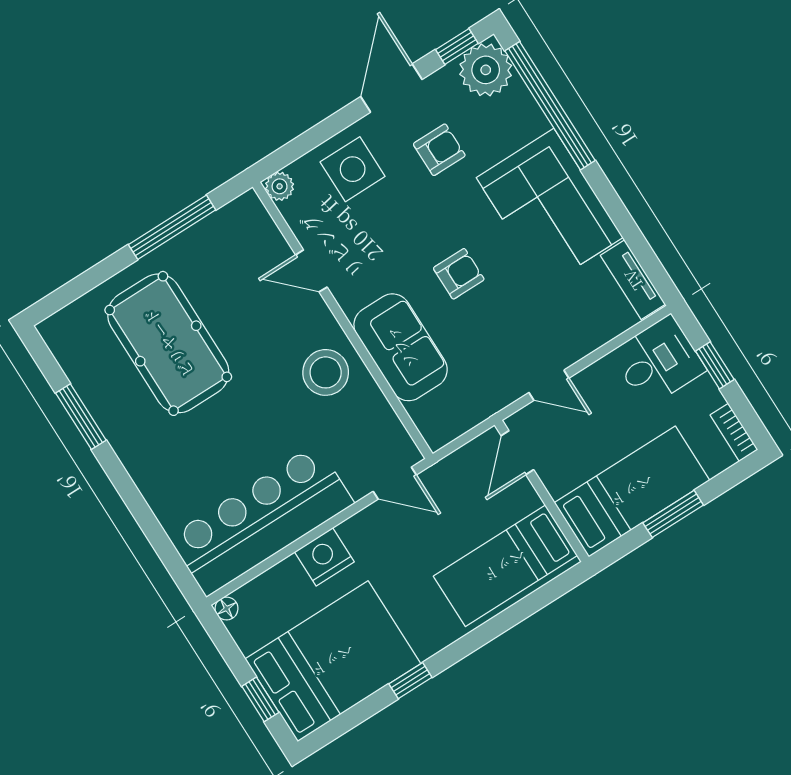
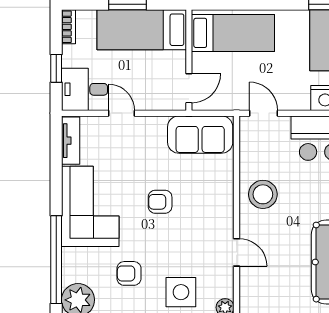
sofa: (401, 347) -> (200, 135), moved, turned -90
door: (549, 385) -> (121, 113), moved

